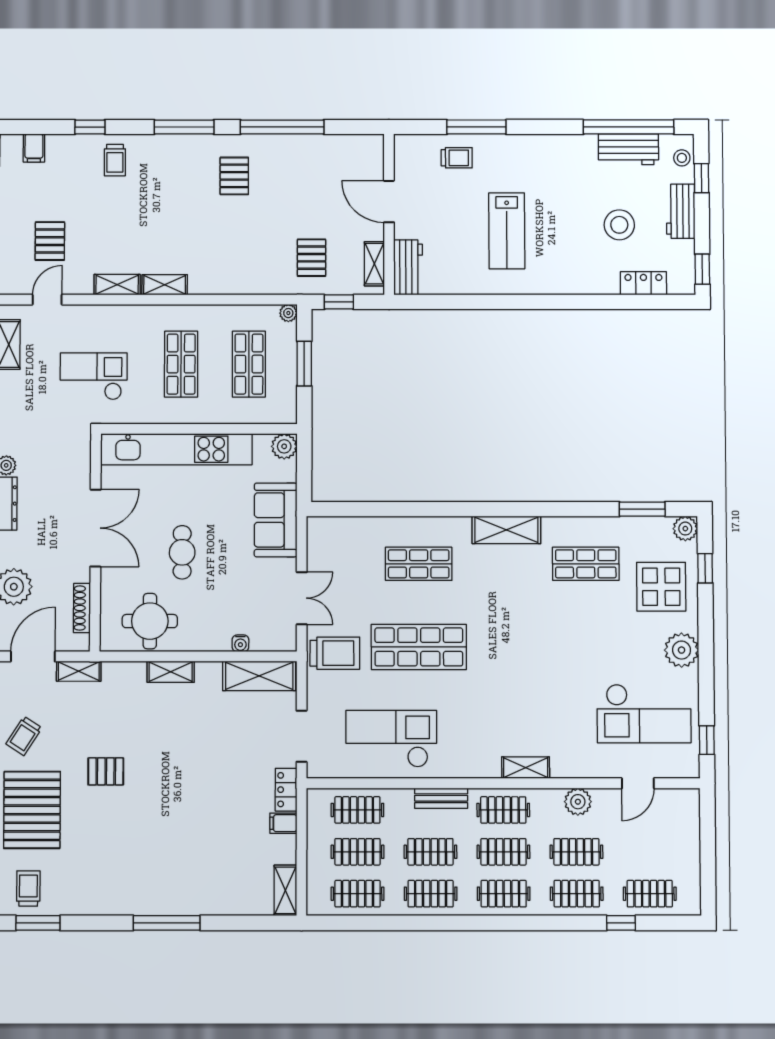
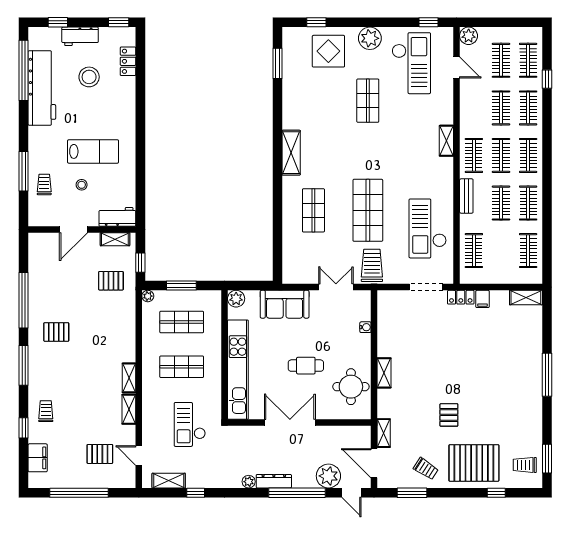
filing cabinet: (34, 148) -> (38, 458), width x2.00
workbench: (628, 149) -> (42, 88), width x1.88, depth x1.32
stool: (682, 158) -> (82, 185), moved
trolley: (115, 160) -> (46, 411), turned -90
plant: (685, 529) -> (290, 35), removed
shop shelf: (586, 564) -> (368, 101), moved
shoe rack: (82, 608) -> (342, 431), removed
shelving: (259, 676) -> (387, 315), removed
plant: (578, 802) -> (469, 36), moved
clothes rail: (358, 852) -> (501, 60), moved

